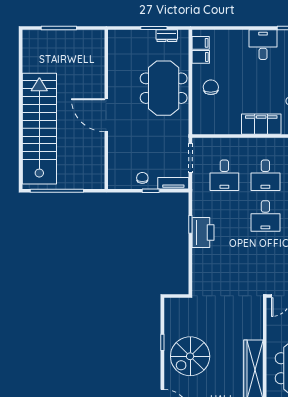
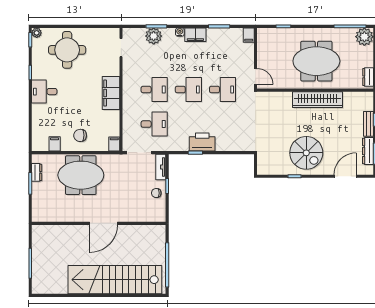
filing cabinet: (201, 43) -> (114, 144), moved
desk: (265, 257) -> (223, 89), added

